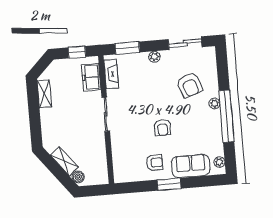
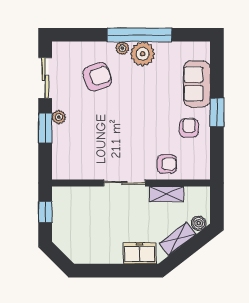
window: (127, 48) -> (45, 128), moved
fireplace: (111, 74) -> (76, 172), removed
freezer: (91, 77) -> (140, 253), moved, turned 180
shelving: (44, 94) -> (167, 194), moved
armchair: (163, 128) -> (167, 164), moved
plant: (219, 162) -> (143, 54), moved, width x1.88, depth x1.88

